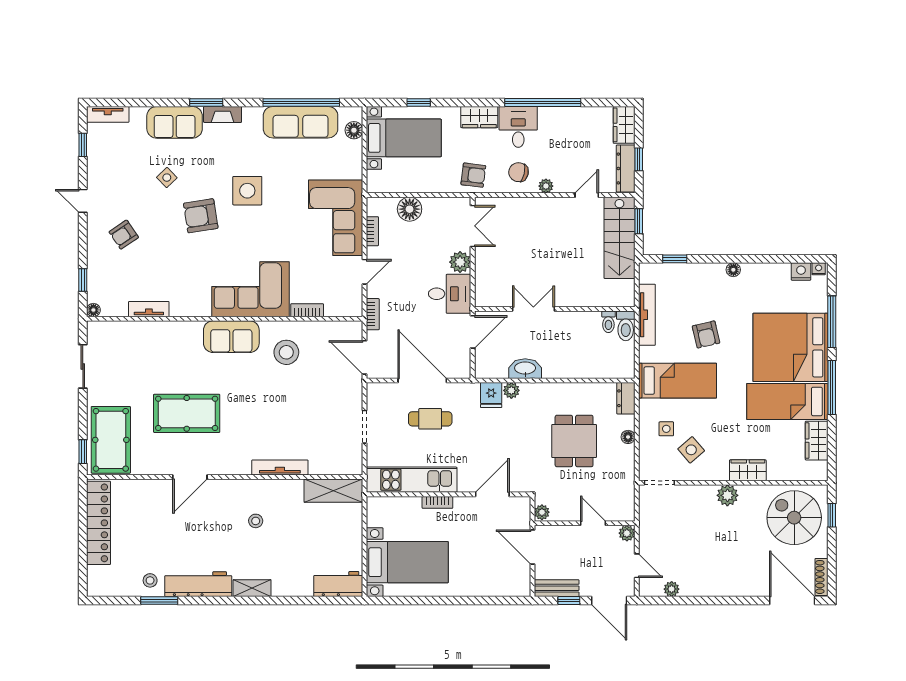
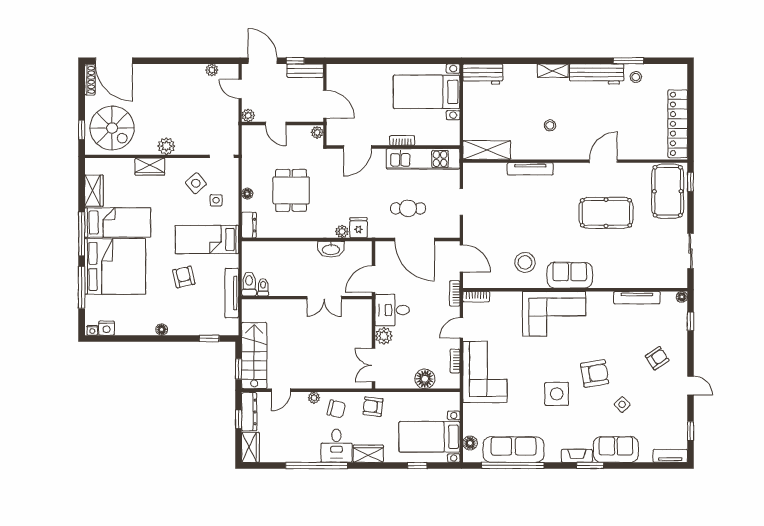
tv unit: (149, 309) -> (637, 298), width x1.41
bookcase: (307, 310) -> (476, 297), moved

